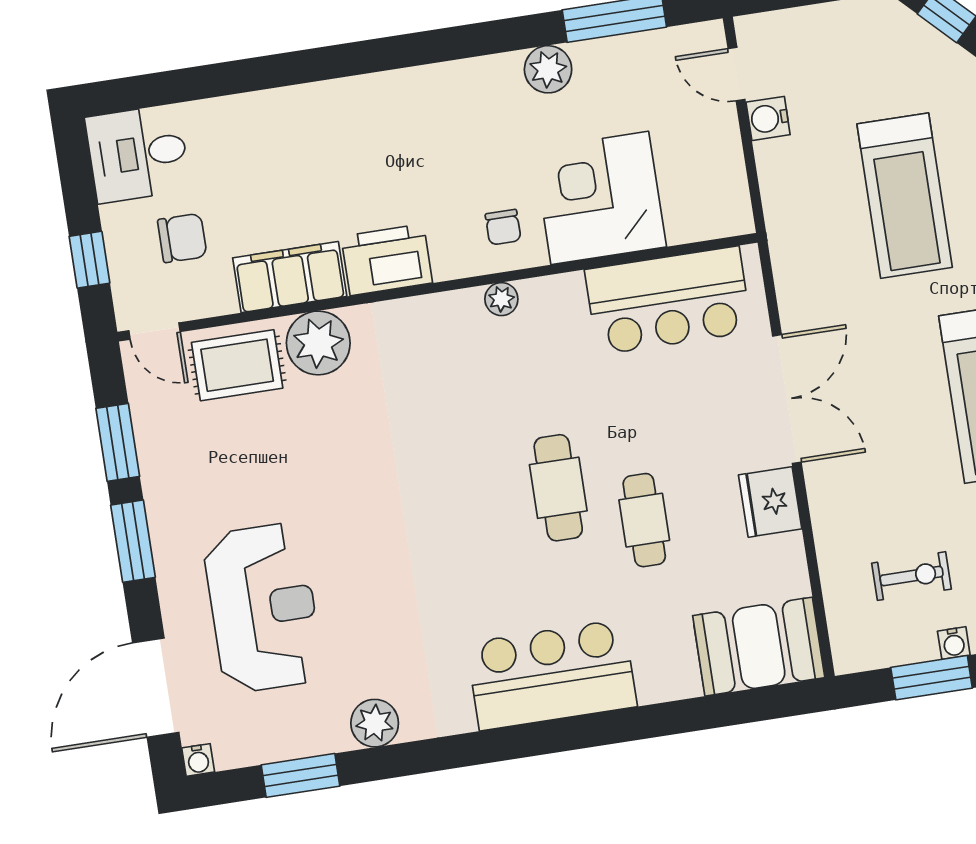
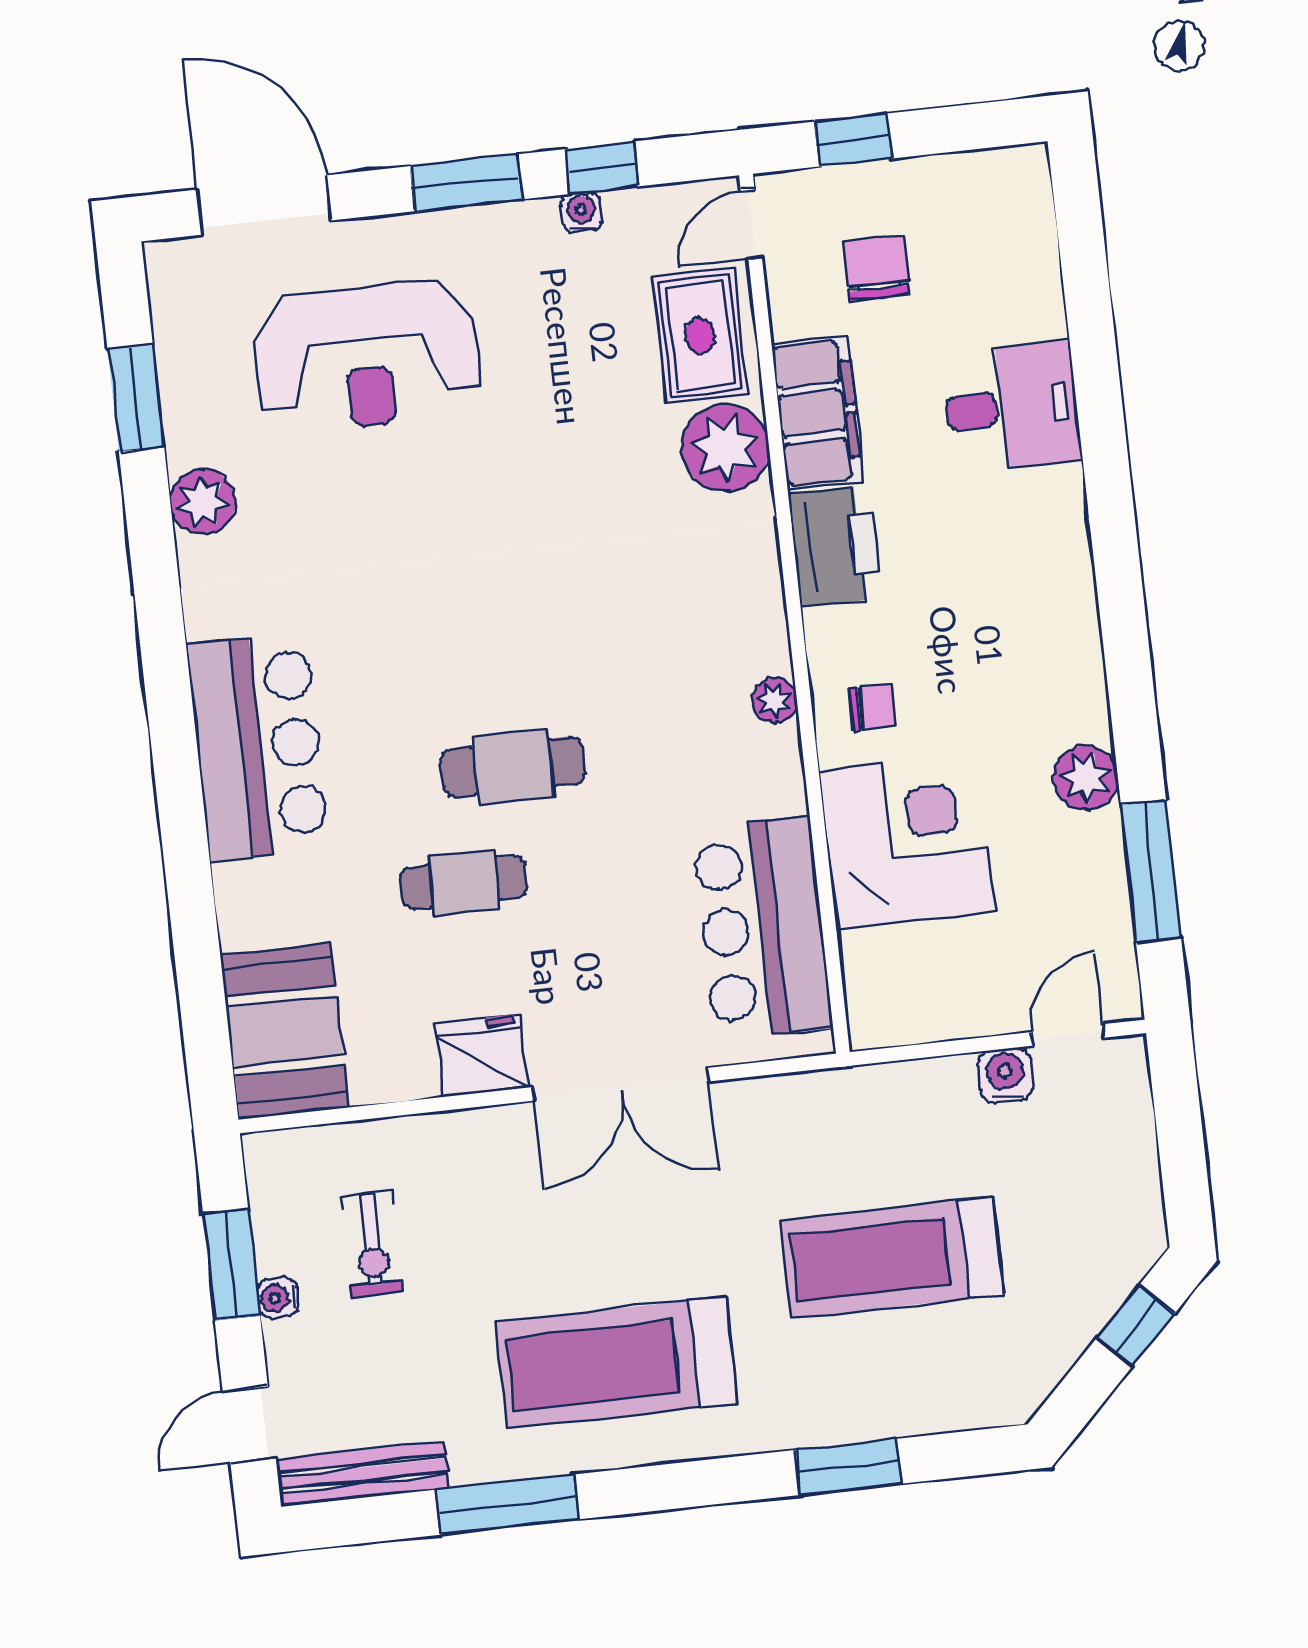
desk: (138, 154) -> (1012, 407), moved, turned 90
chair: (503, 227) -> (873, 707), turned 180
chair: (182, 238) -> (877, 268), turned 180
window: (118, 442) -> (602, 168), width x0.67
water cooler: (198, 760) -> (581, 213), moved, turned 90

